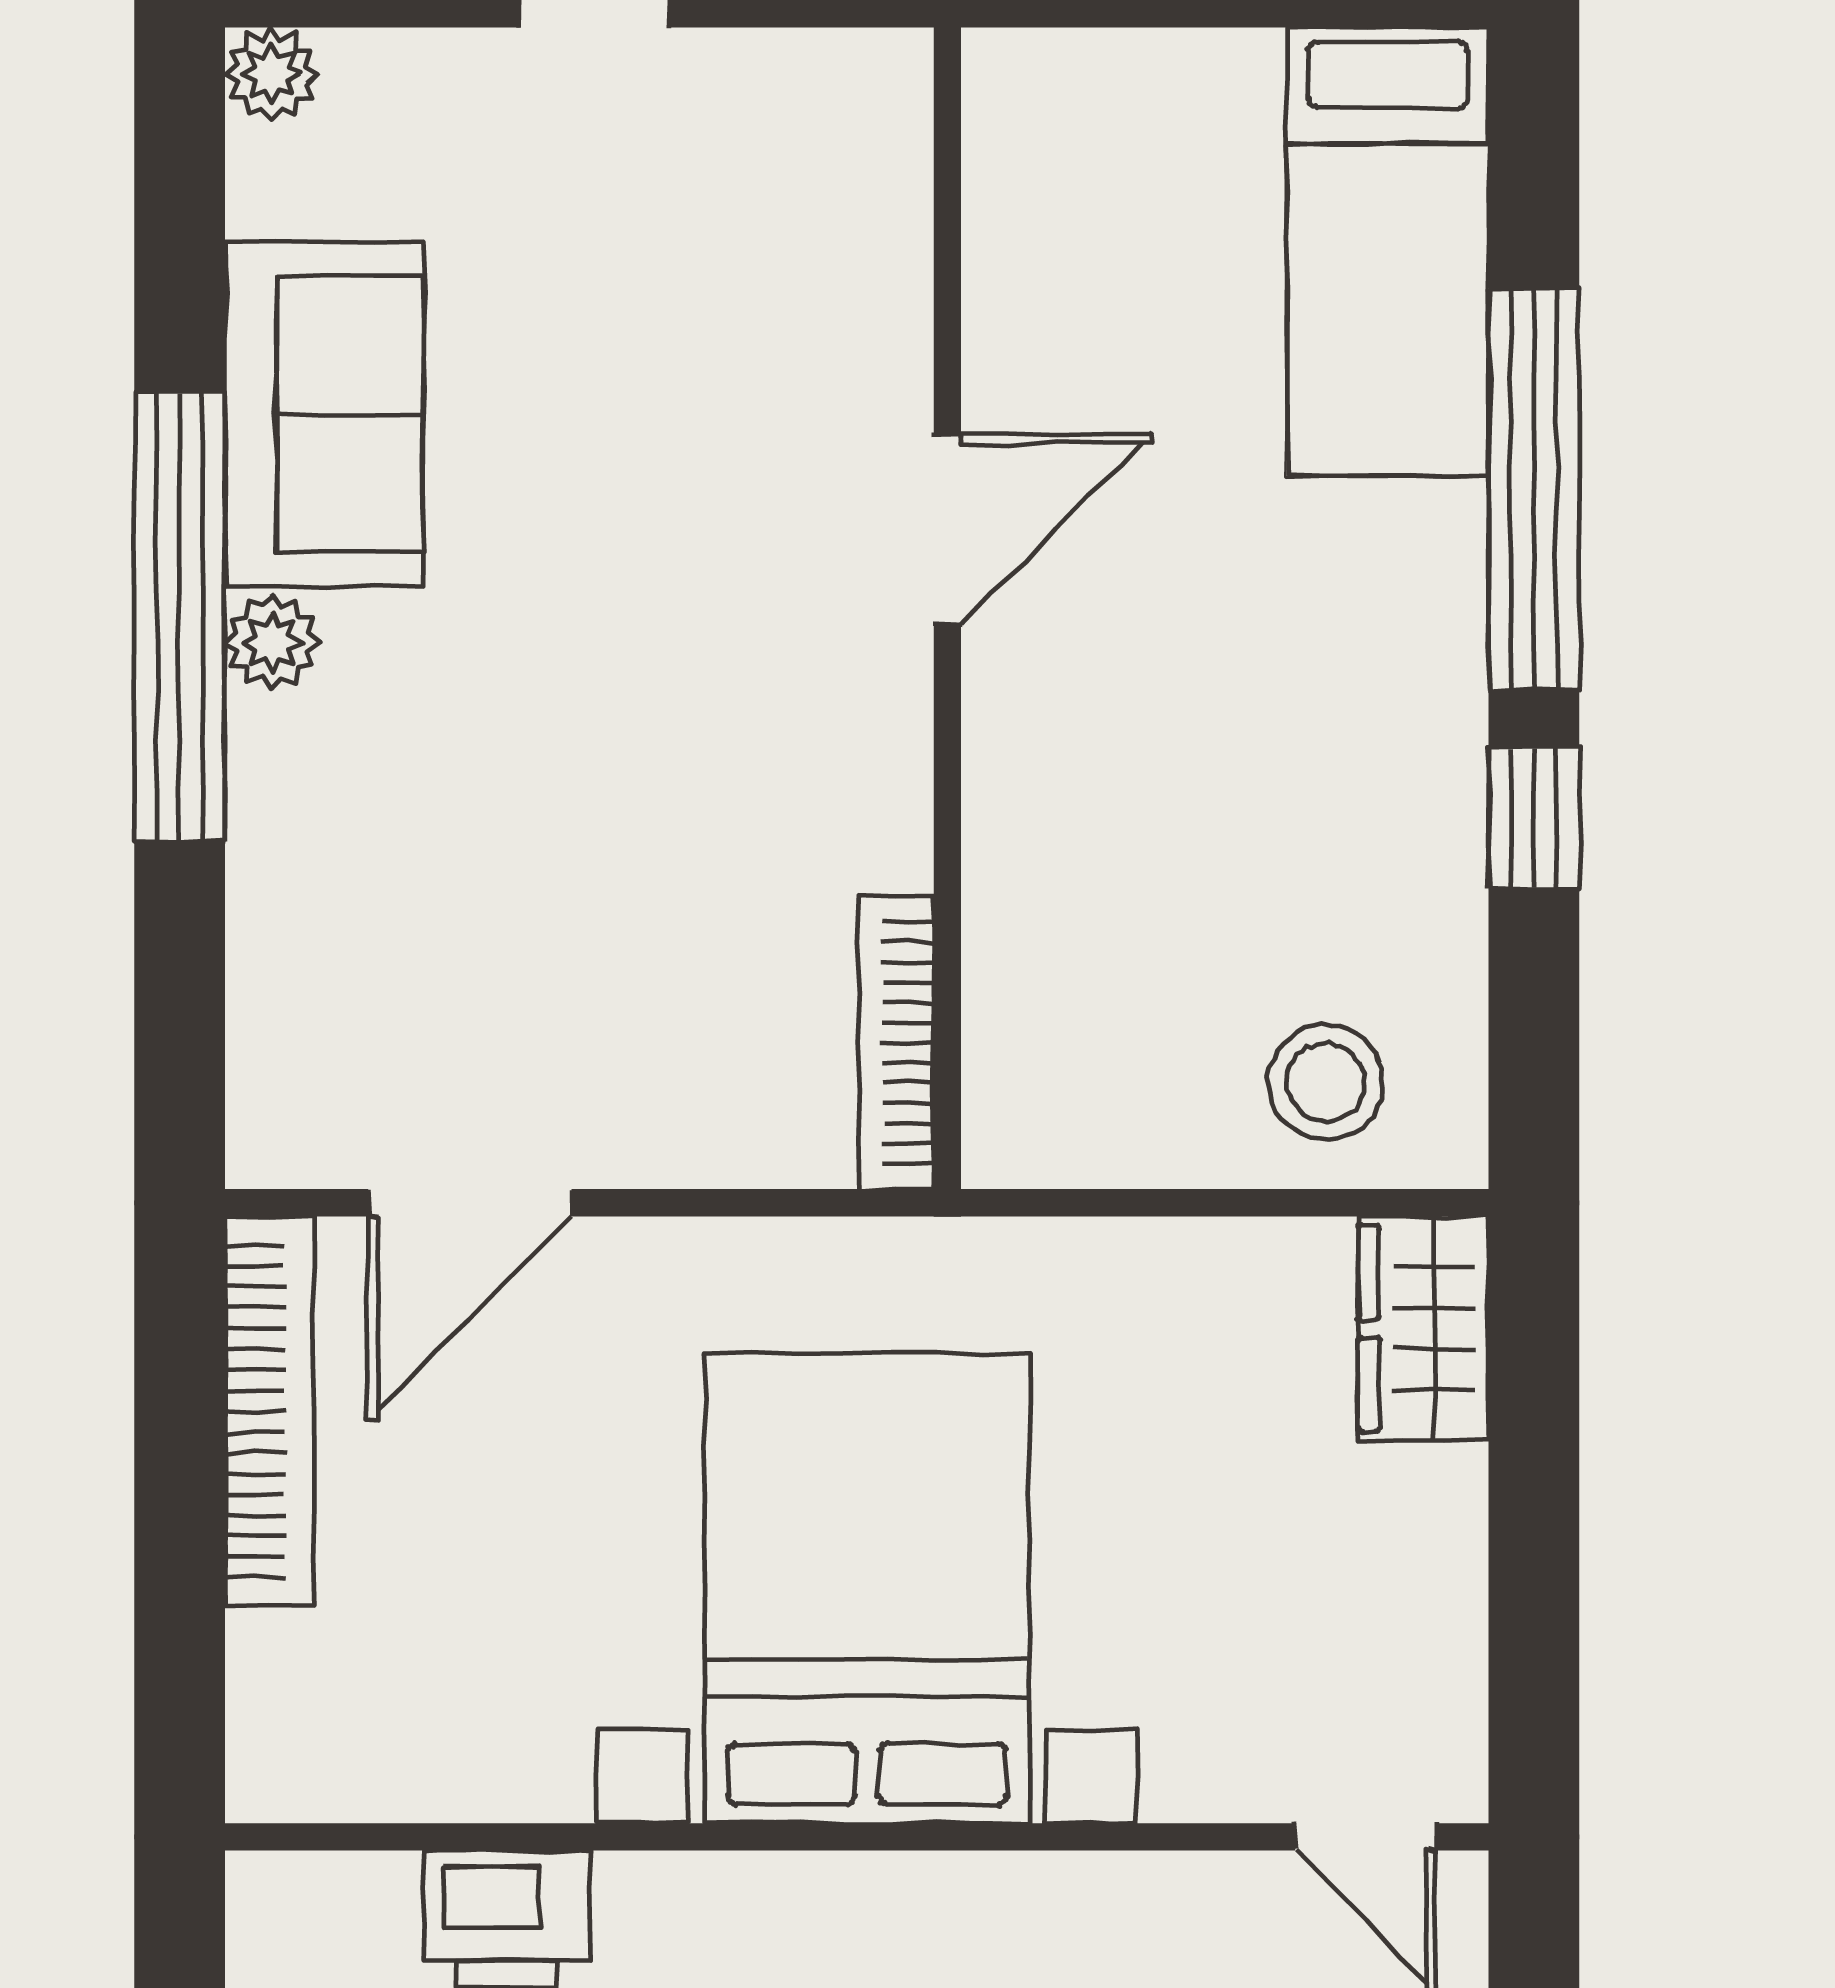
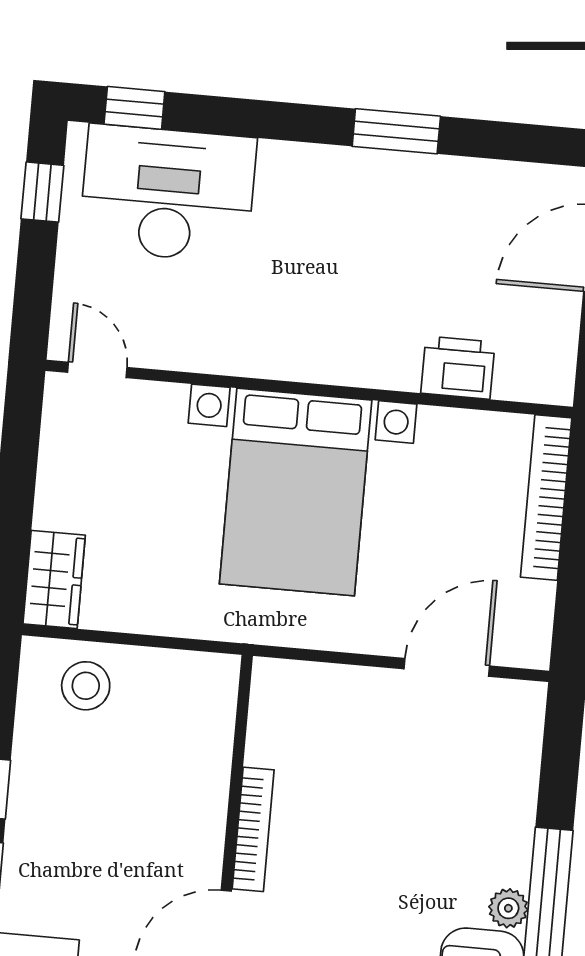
bookcase: (896, 1043) -> (253, 829), moved
bookcase: (269, 1411) -> (546, 498), moved

